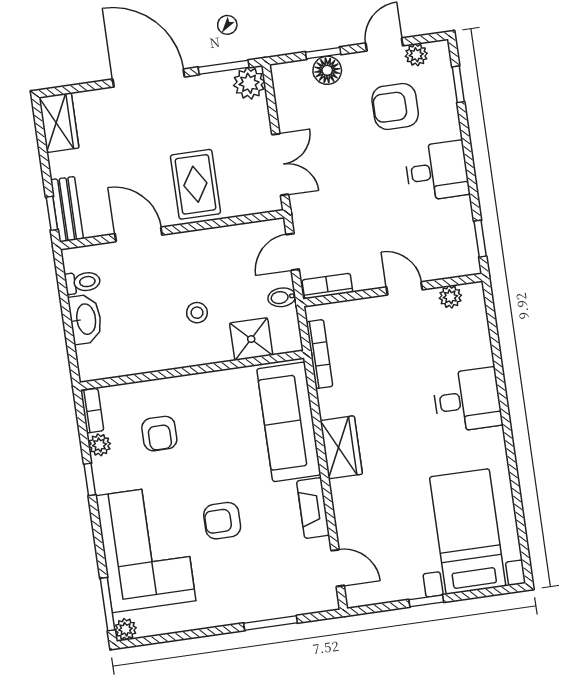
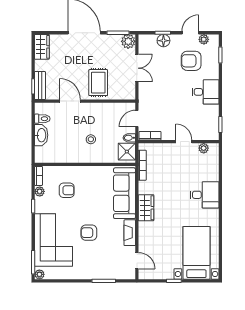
double door: (280, 164) -> (137, 68), moved
shower: (251, 339) -> (127, 152), moved
armchair: (159, 434) -> (67, 190), turned -90

